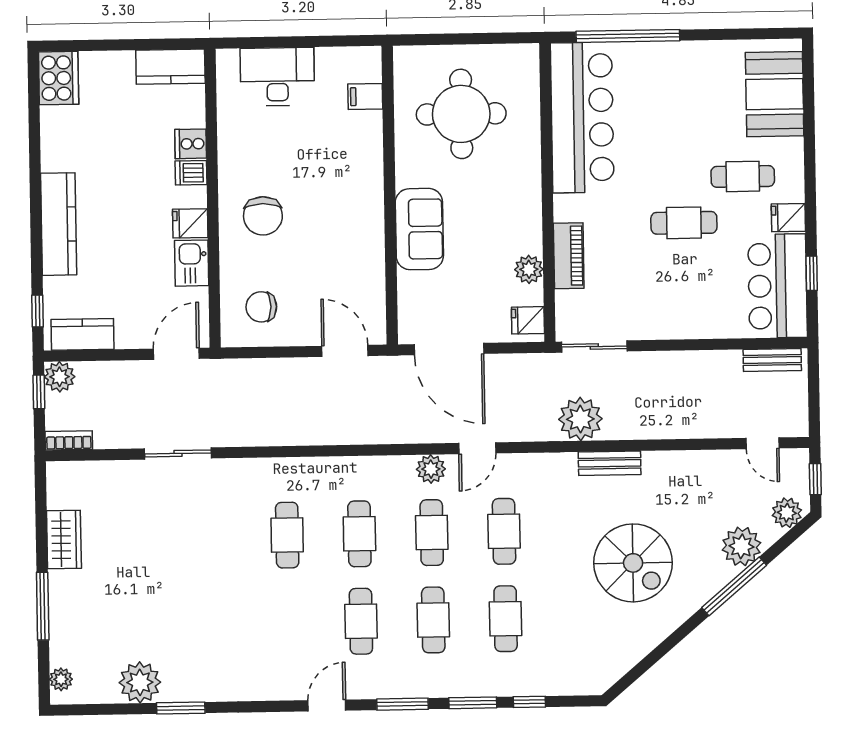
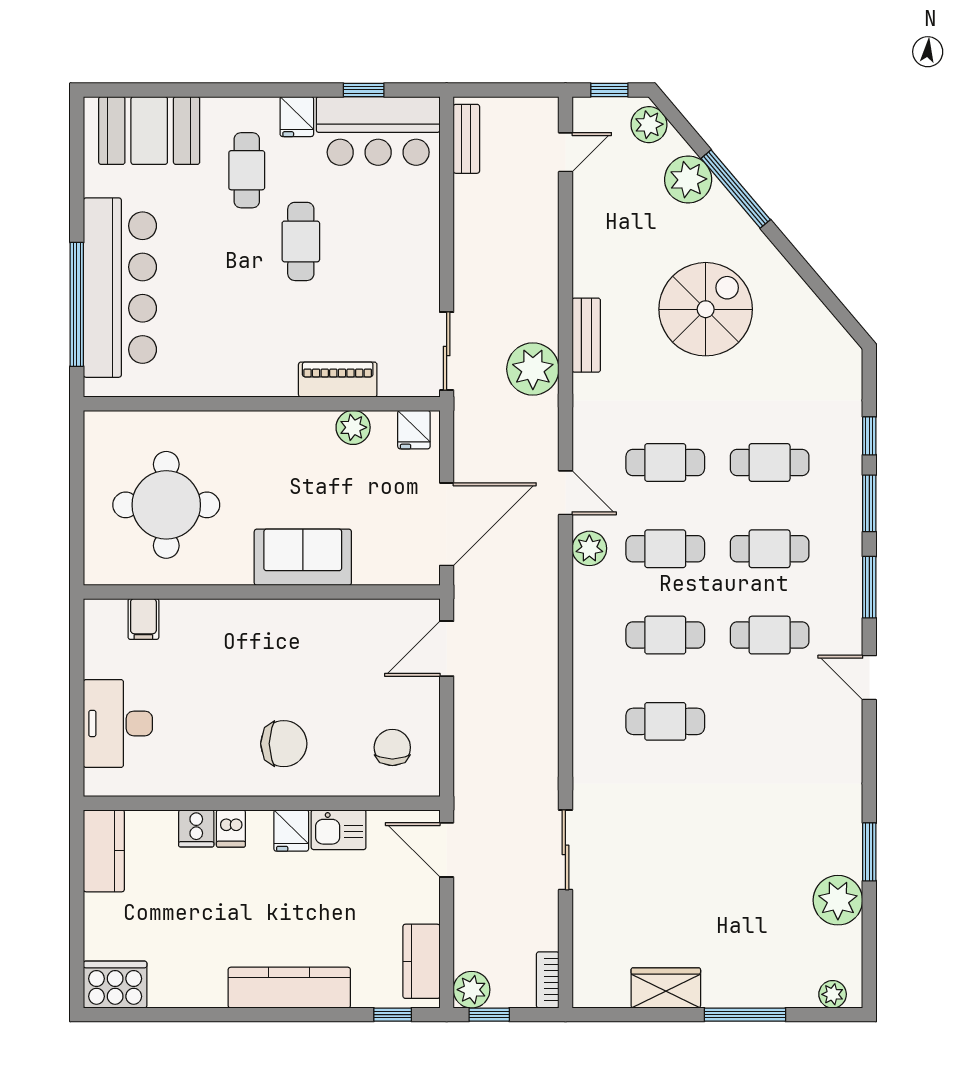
bar counter: (582, 117) -> (120, 288), moved, turned 90
chair: (261, 307) -> (392, 747), turned 180

